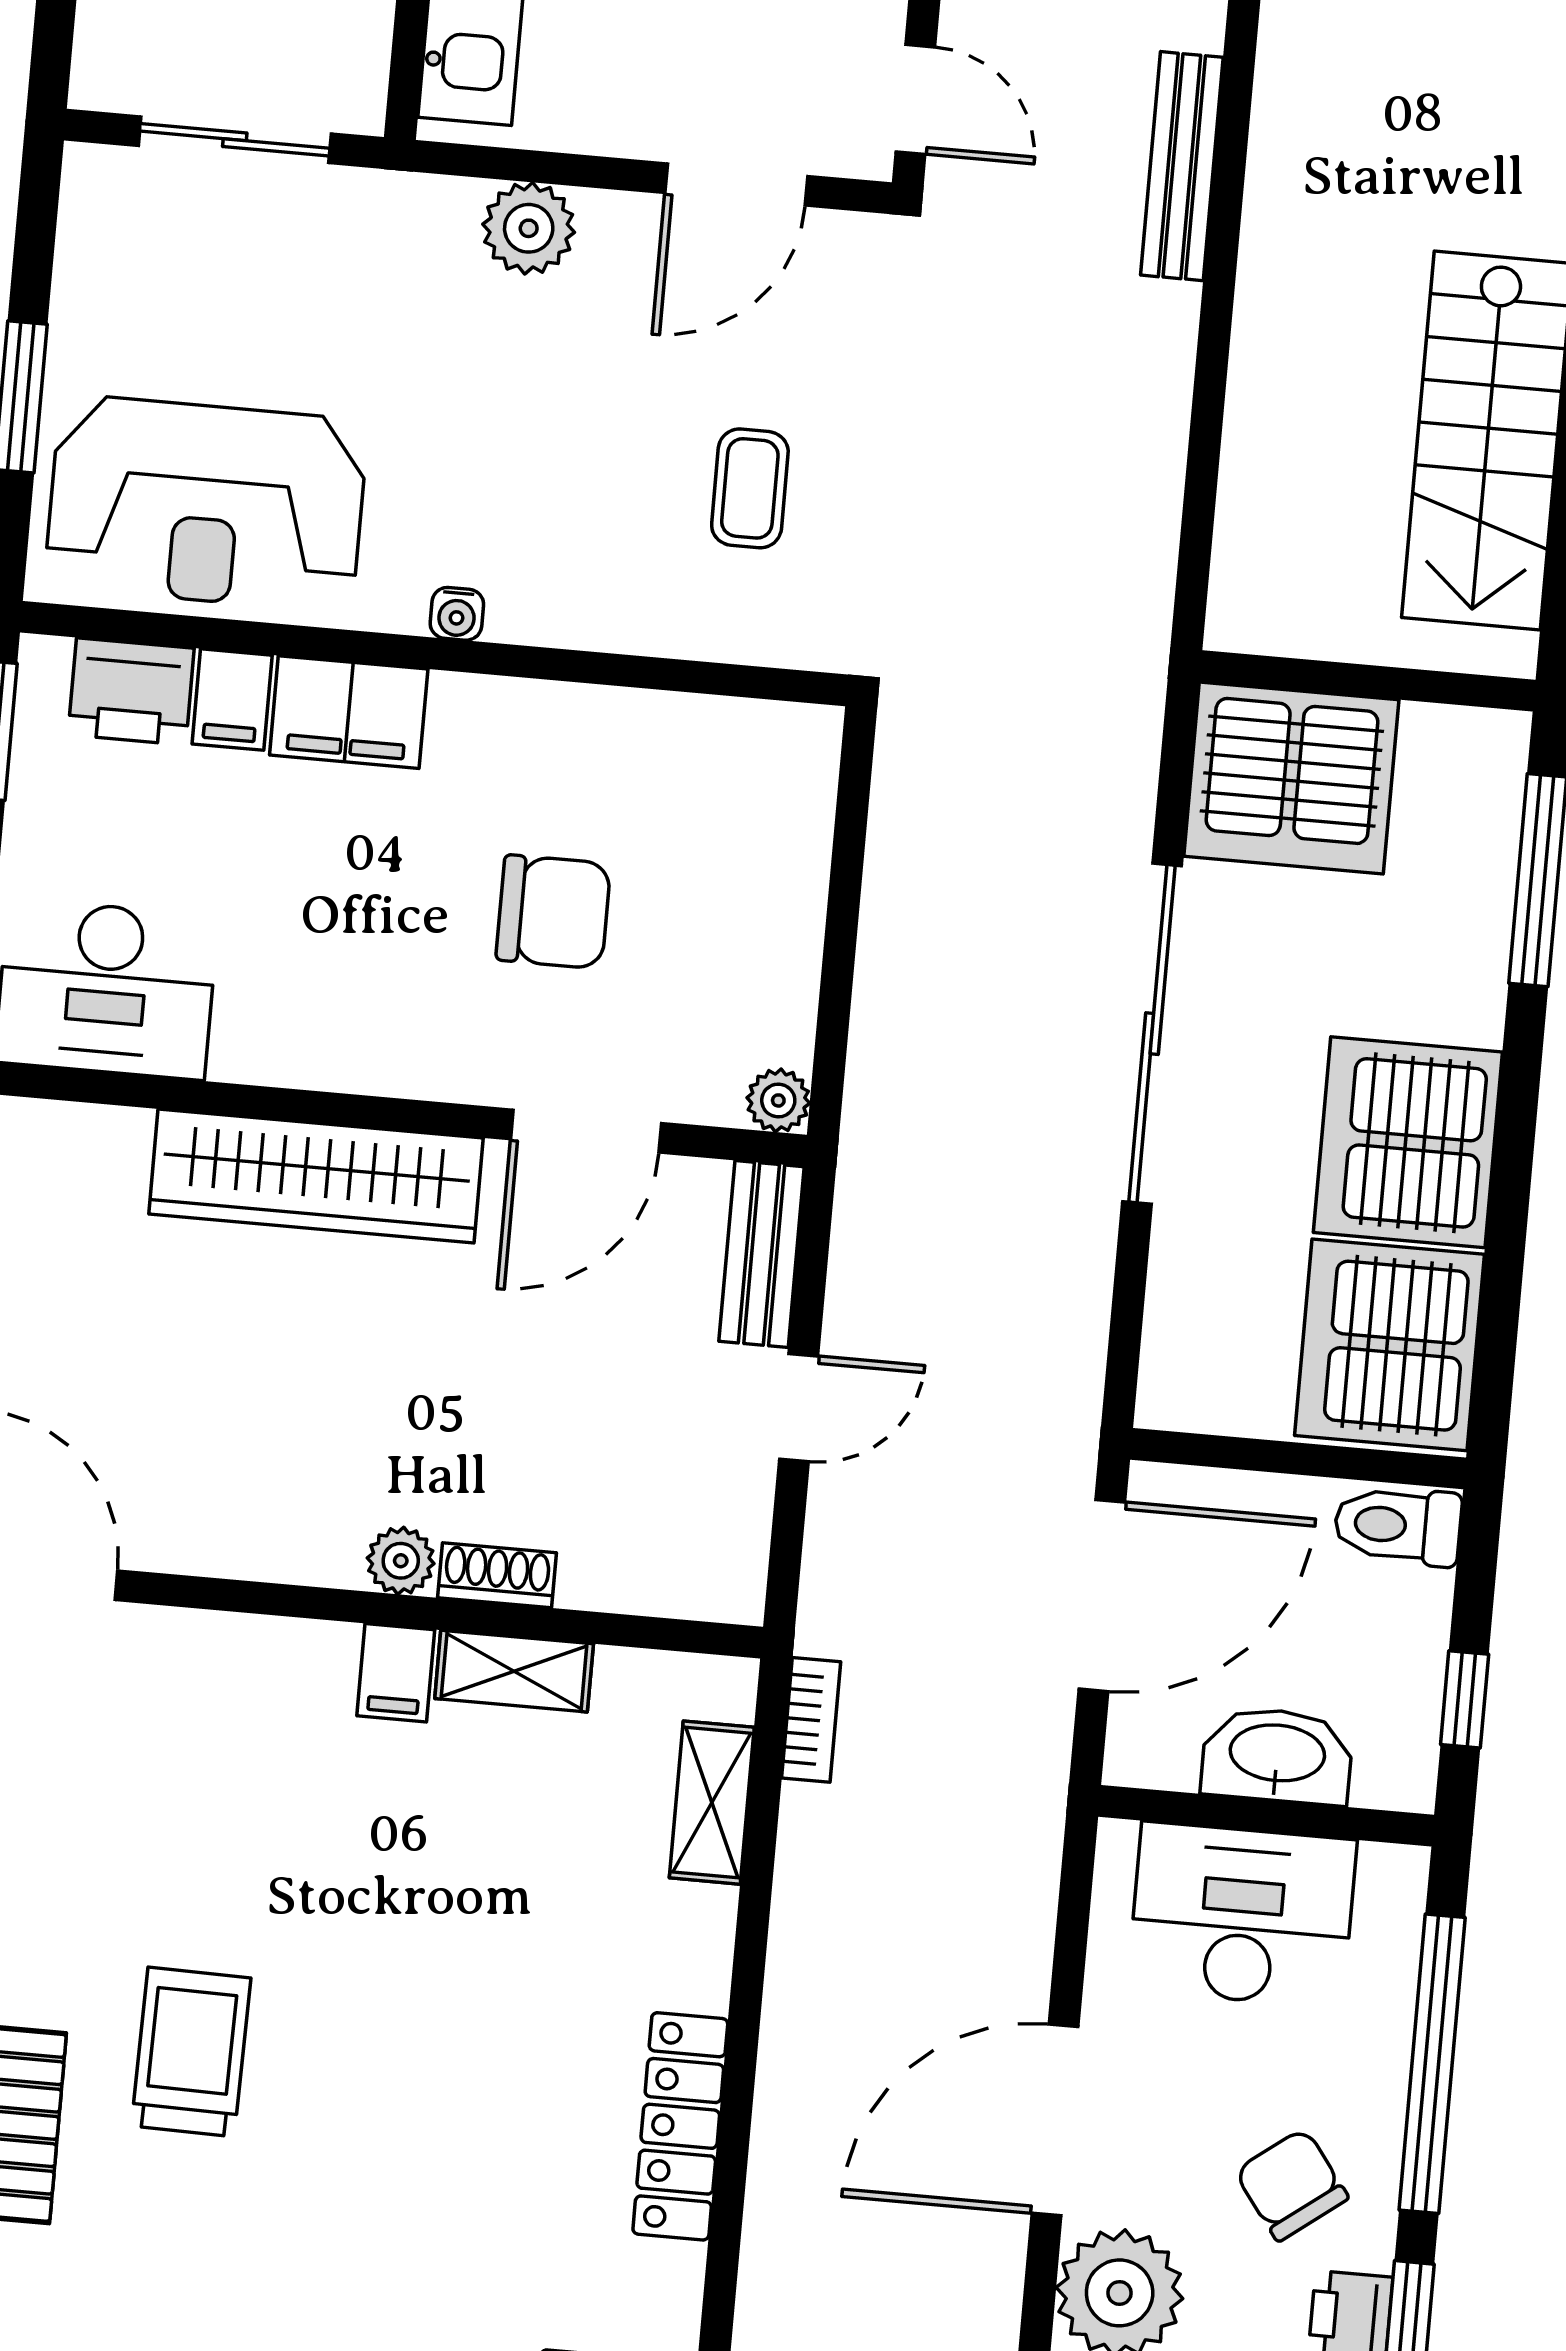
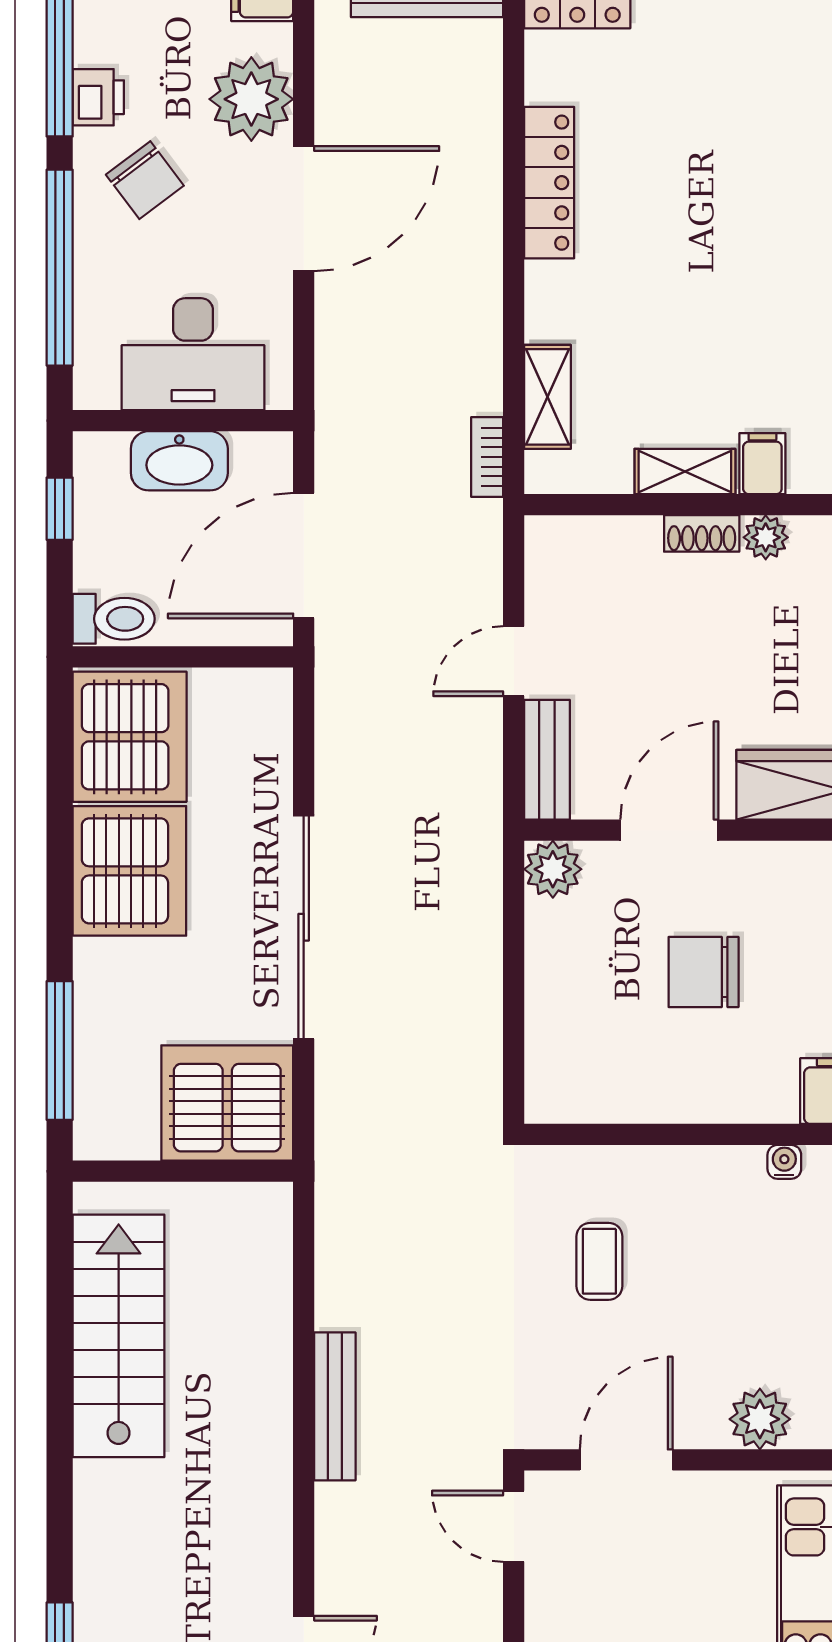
bench: (1182, 166) -> (335, 1406), moved
plant: (778, 1100) -> (553, 869), width x1.38, depth x1.38

